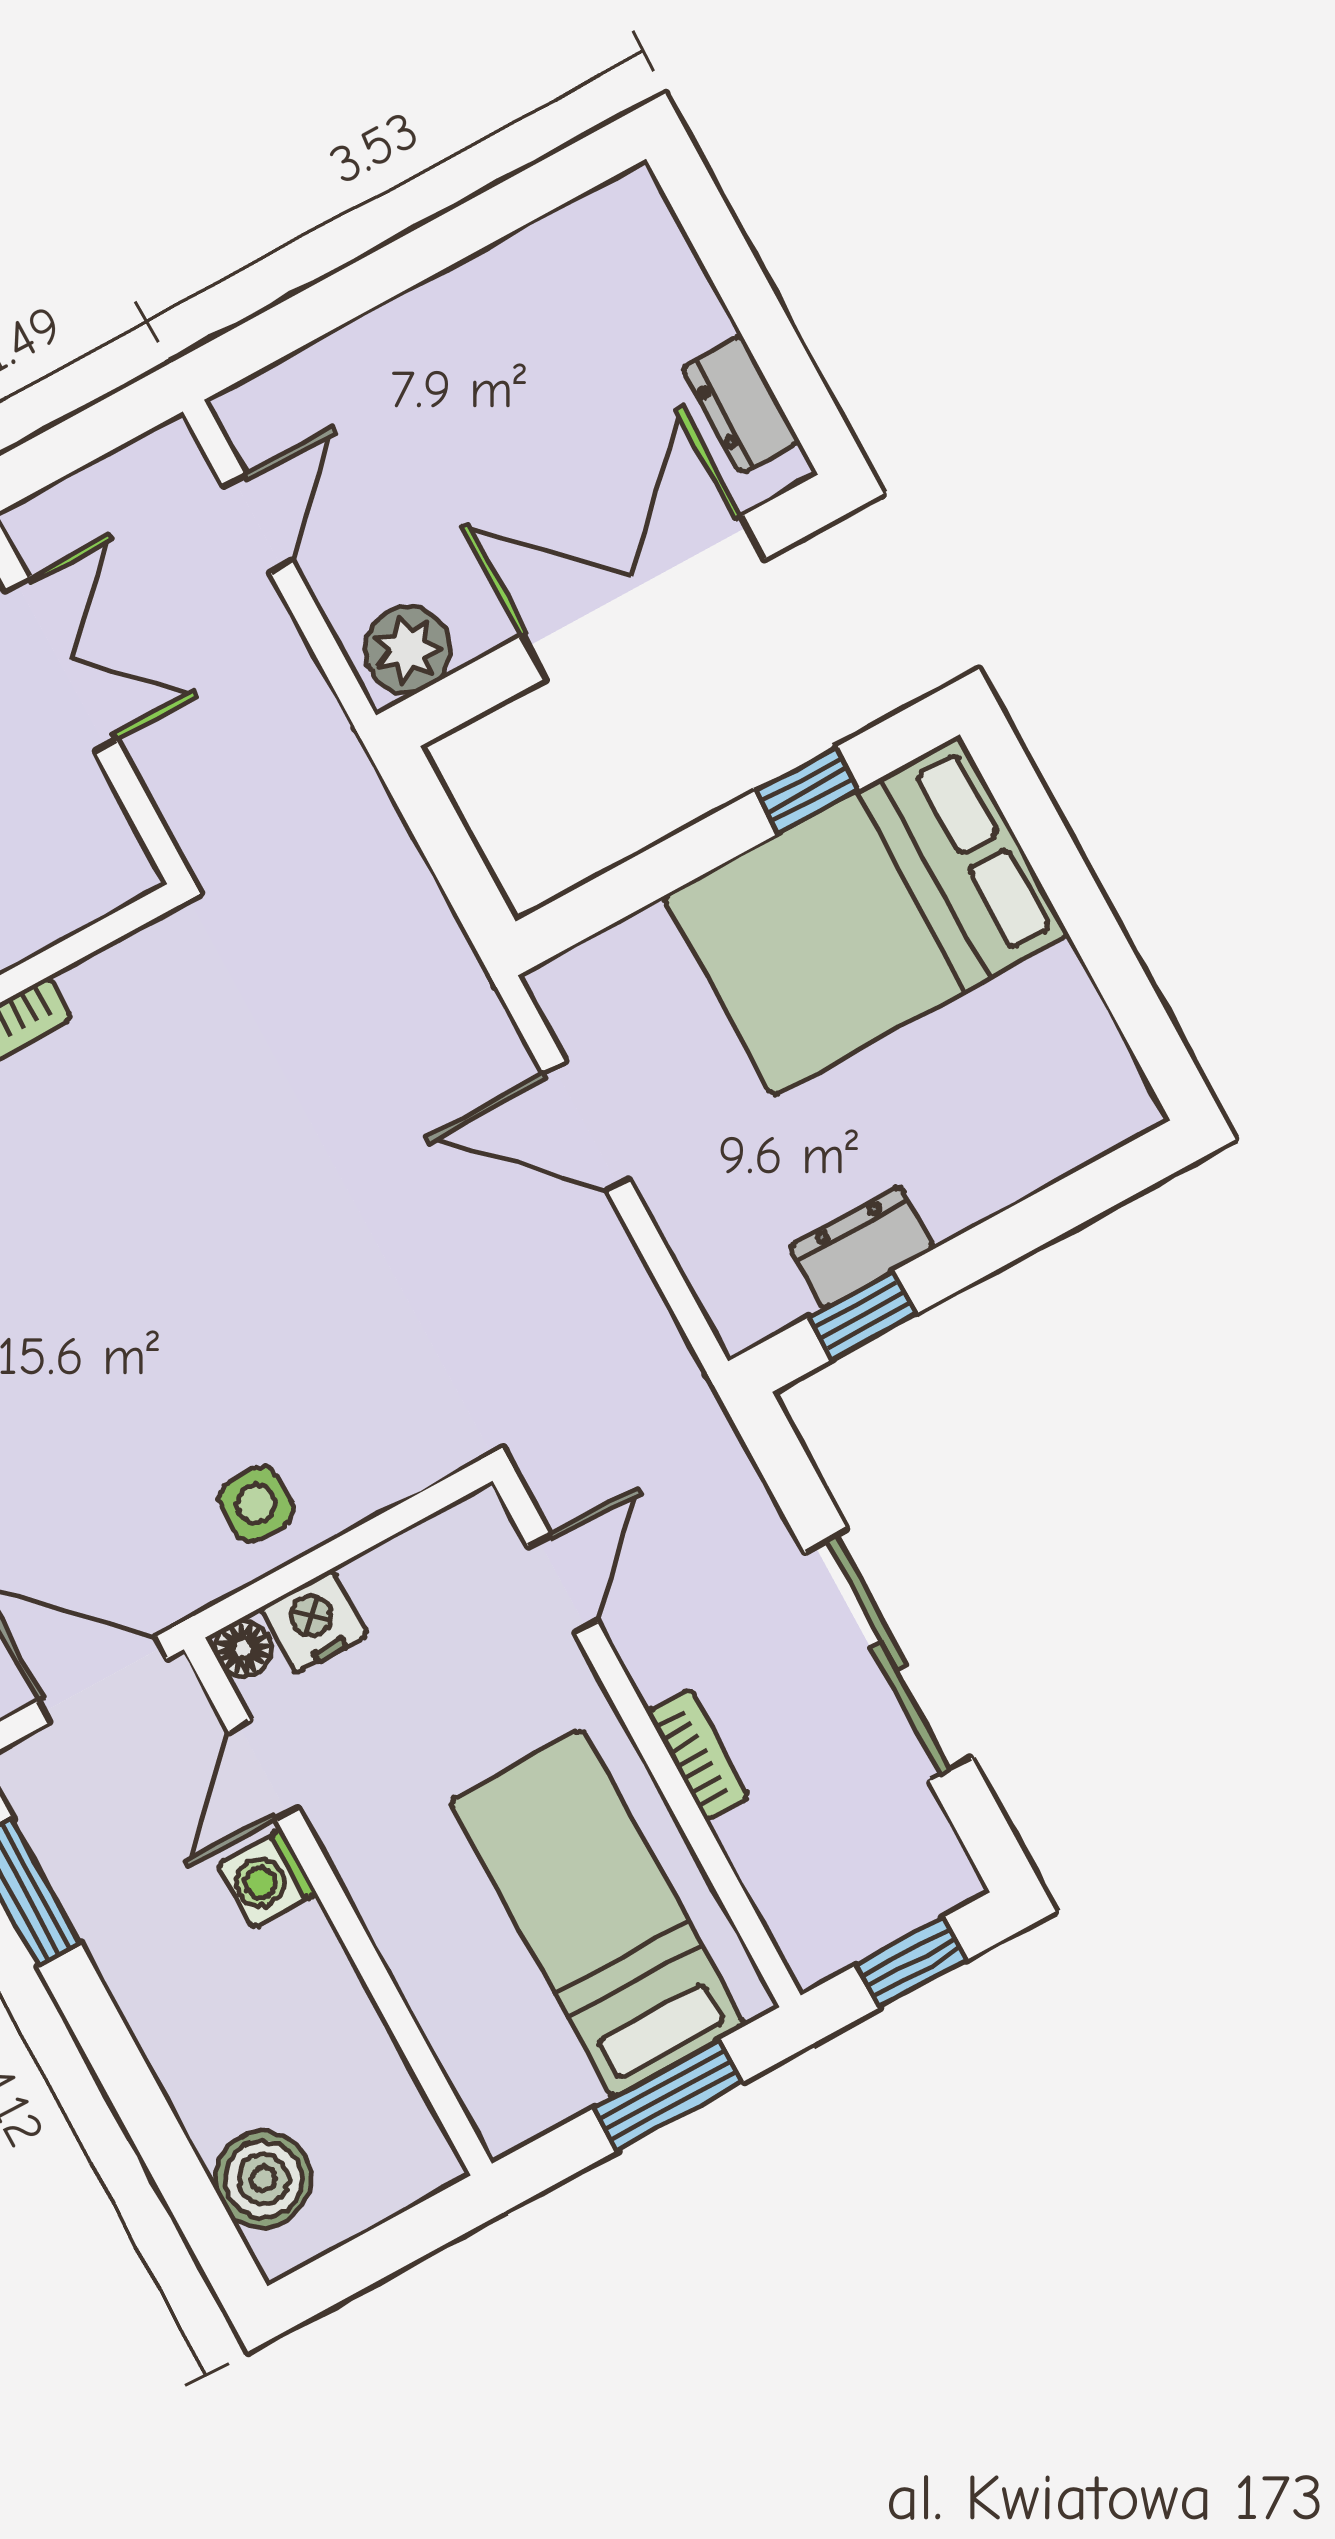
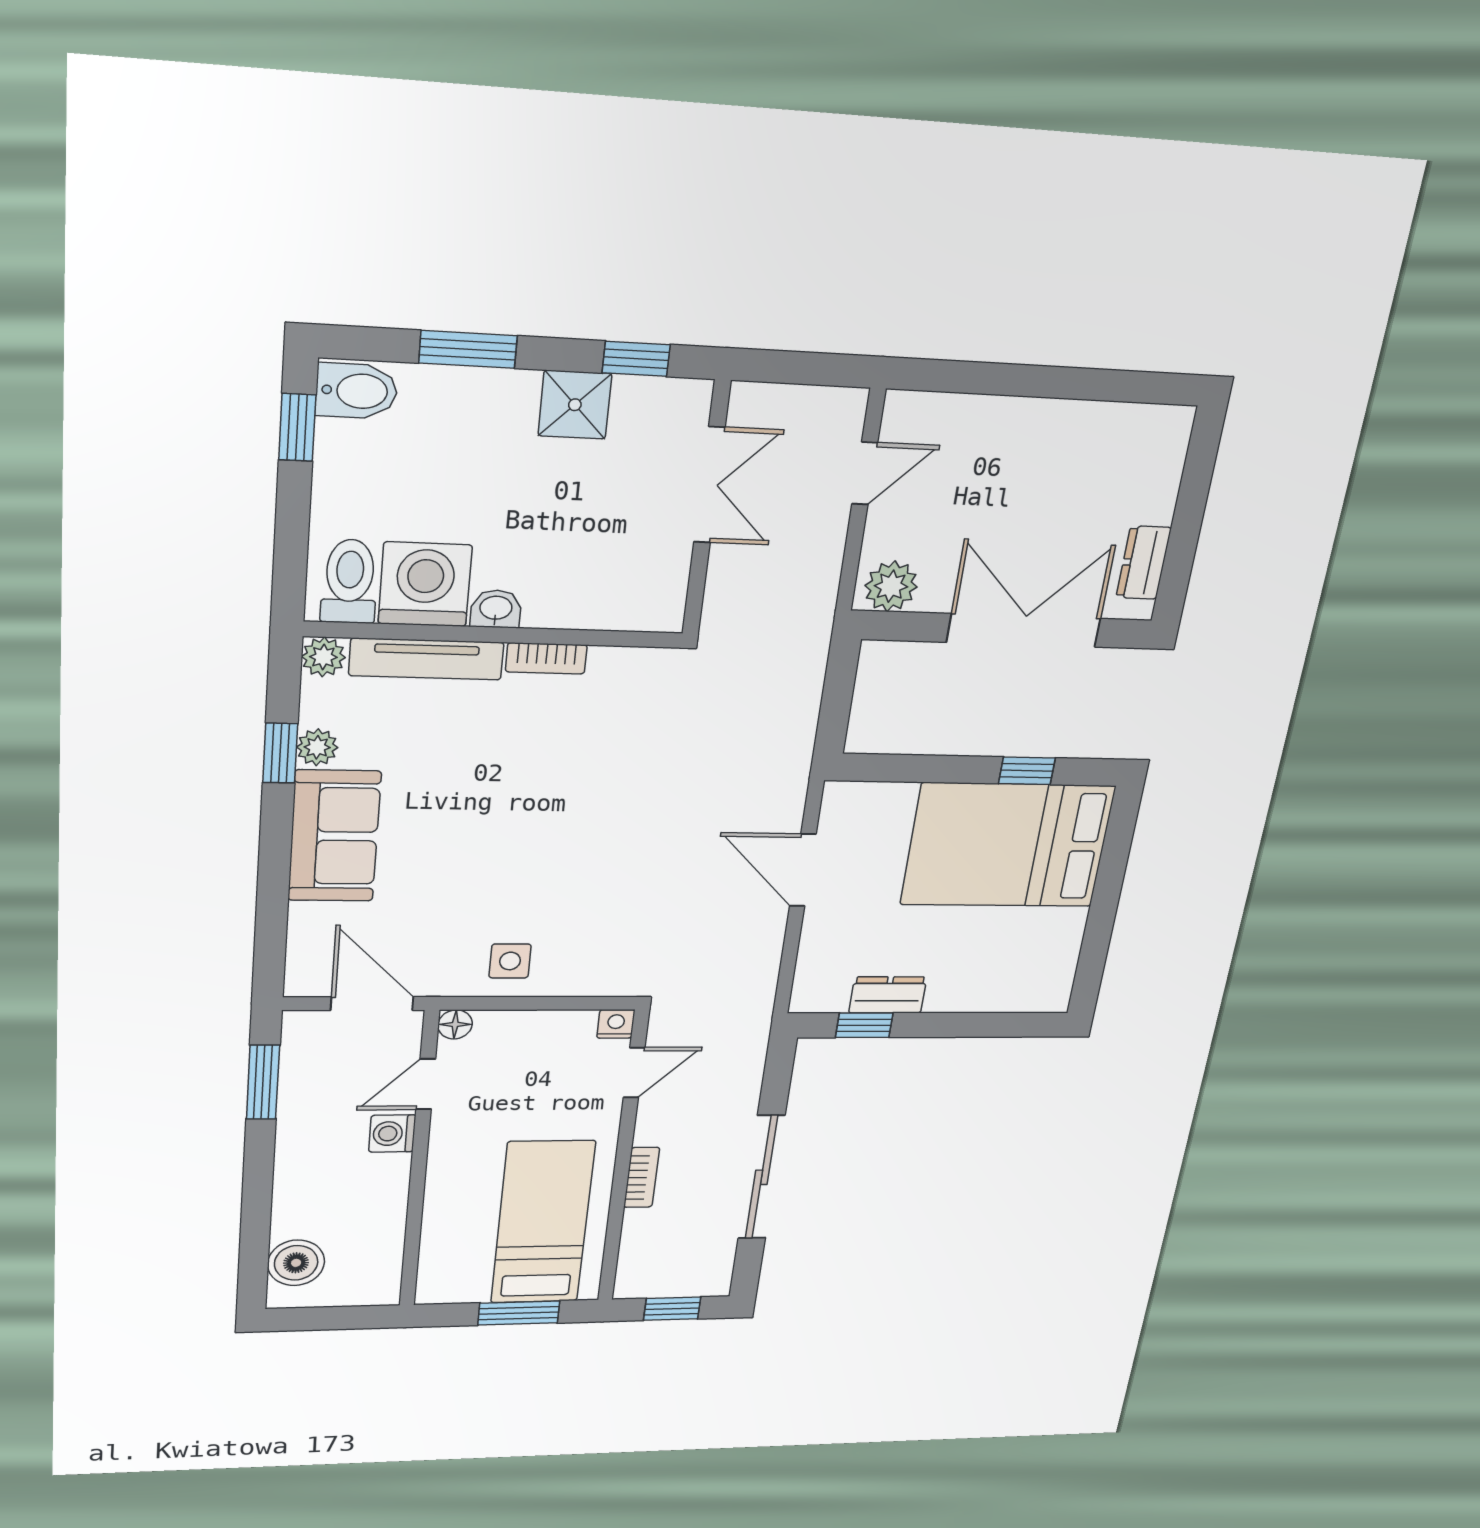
nightstand: (314, 1621) -> (616, 1024), moved, width x0.72, depth x0.74

